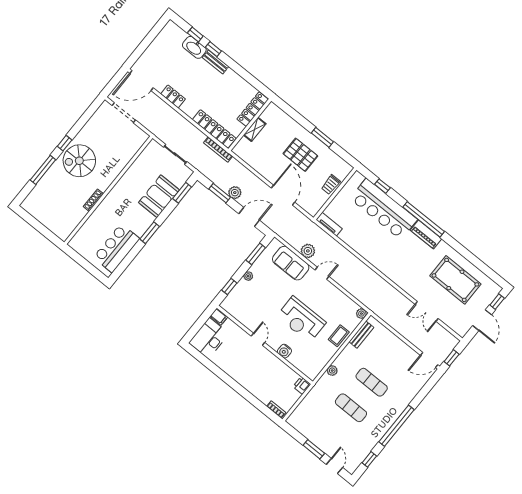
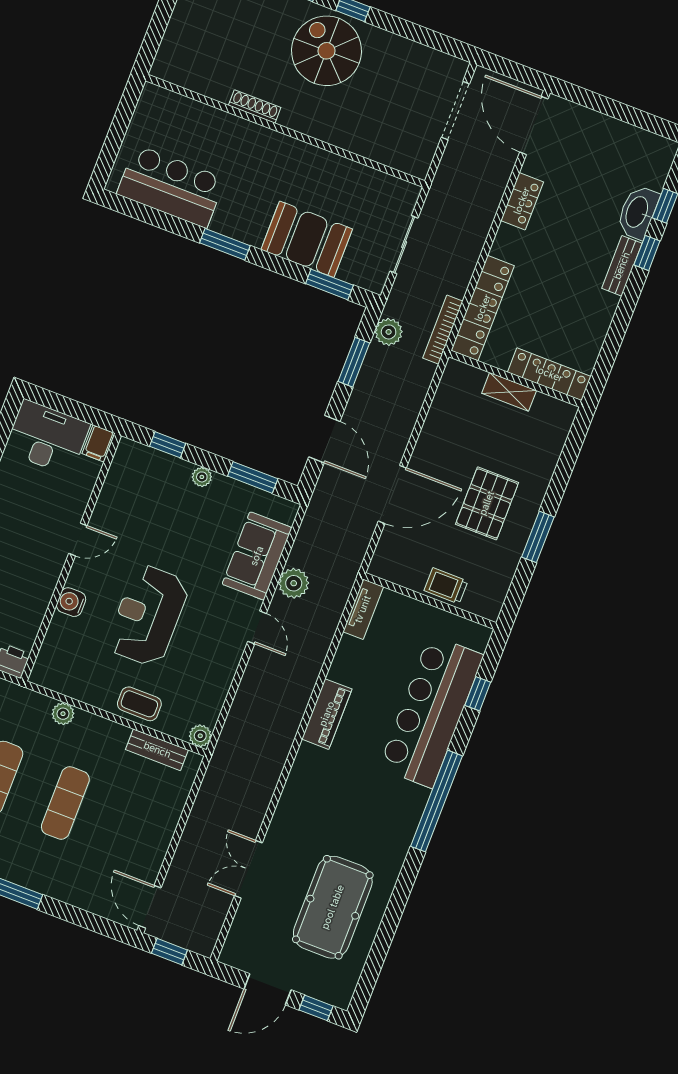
plant: (235, 193) -> (389, 332), moved
piano: (426, 235) -> (327, 714), moved, turned 180

